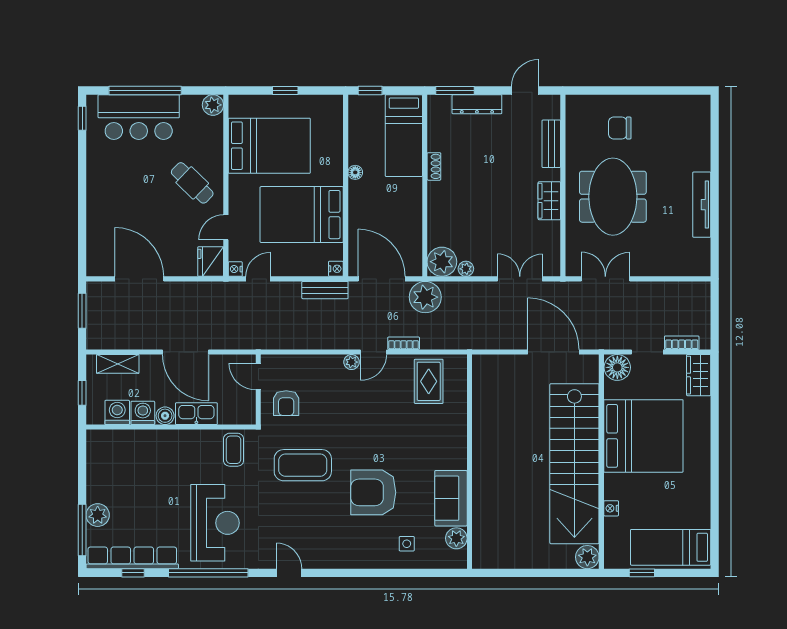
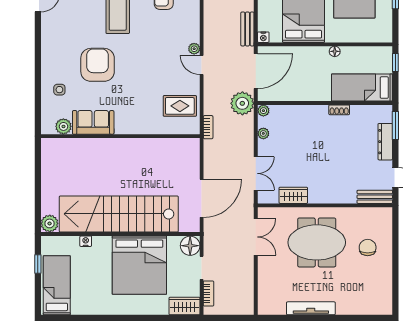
bench: (551, 144) -> (375, 197), moved
wardrobe: (549, 201) -> (293, 195), moved
plant: (442, 262) -> (263, 111), width x0.53, depth x0.53
bookcase: (404, 343) -> (208, 127), moved

